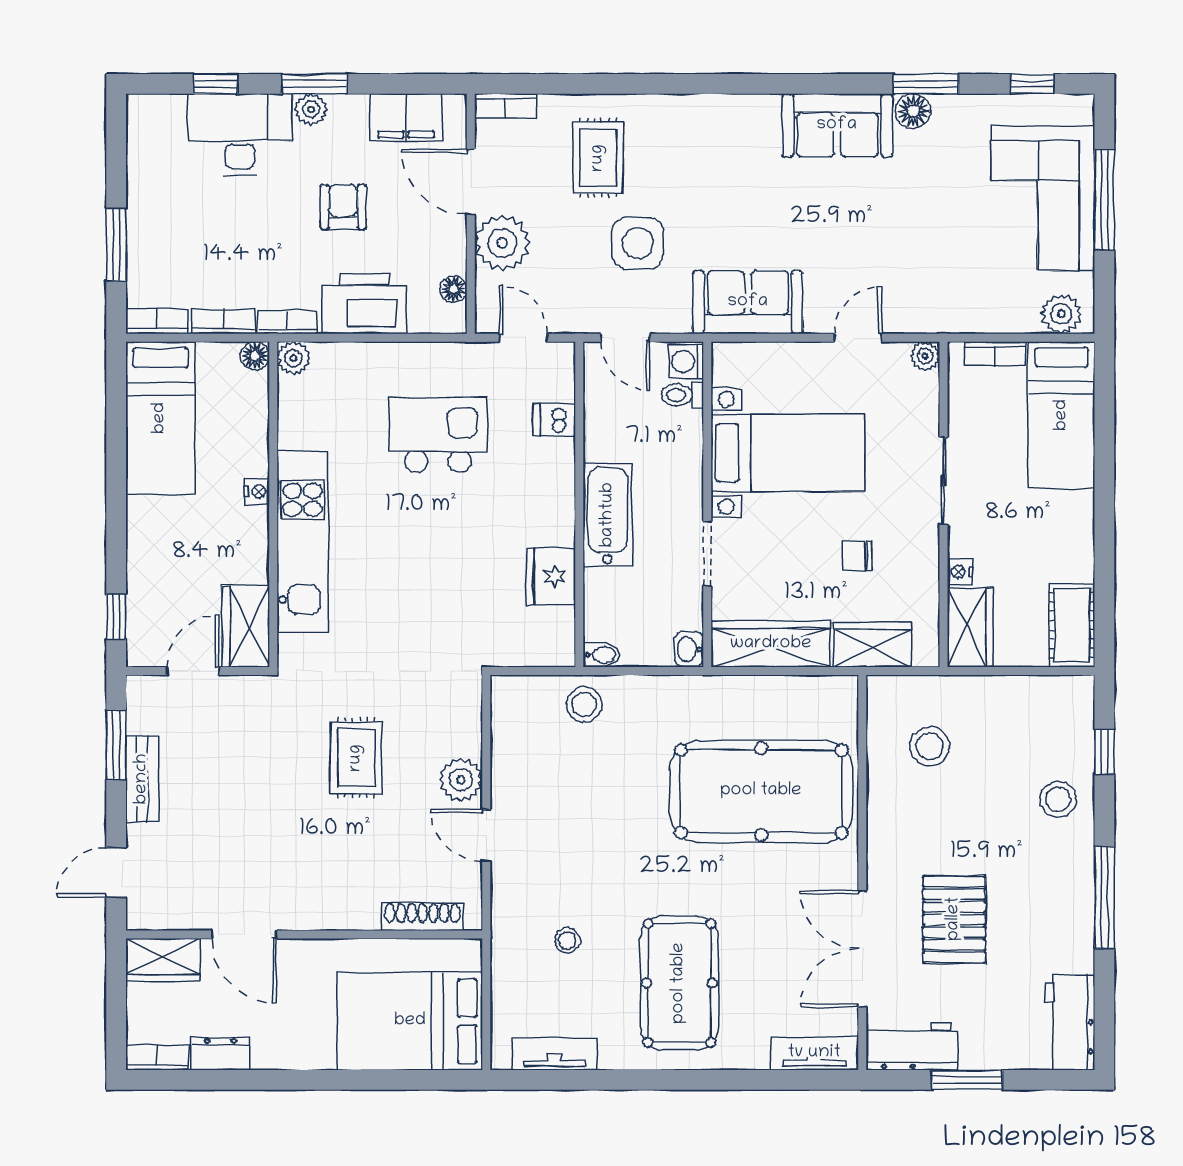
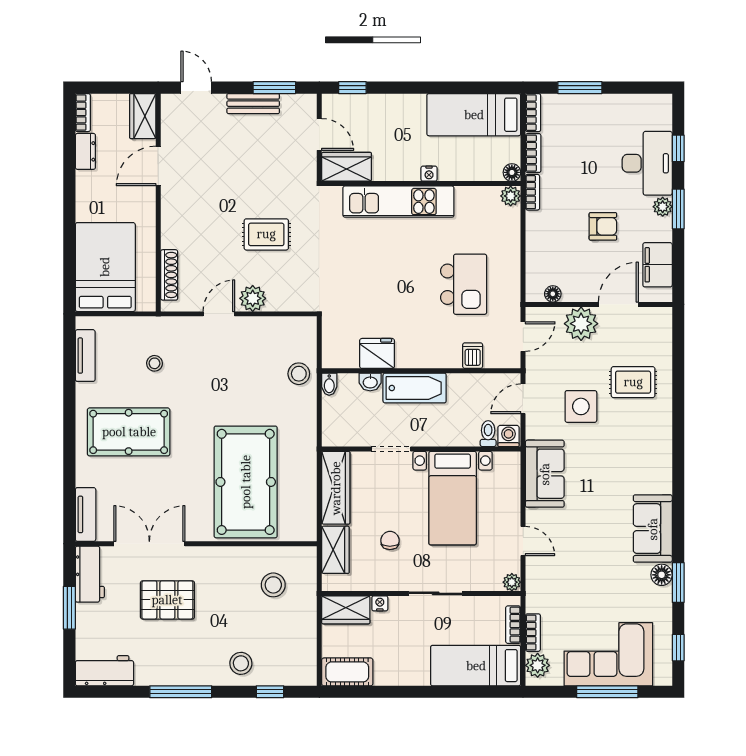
bookcase: (505, 106) -> (533, 633), moved, turned 180
printer: (364, 304) -> (544, 239), removed
washbasin: (689, 649) -> (370, 382), moved, turned 180

